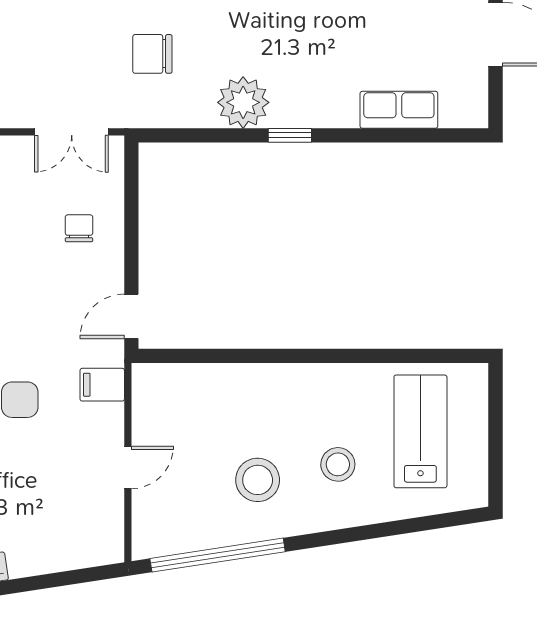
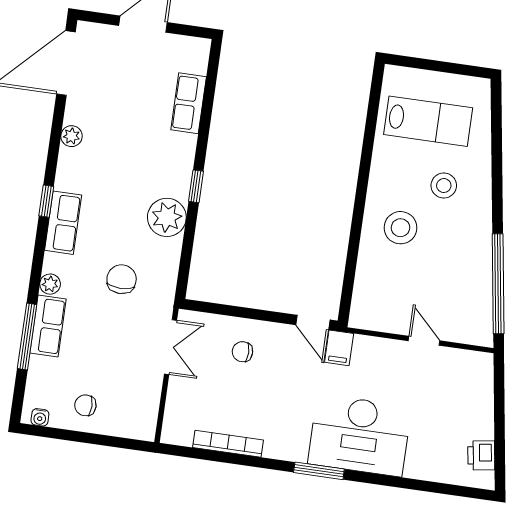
chair: (152, 54) -> (122, 279), turned 180
filing cabinet: (102, 385) -> (339, 348), moved
lab bench: (420, 431) -> (428, 121), turned 180
stool: (258, 480) -> (400, 228), moved

